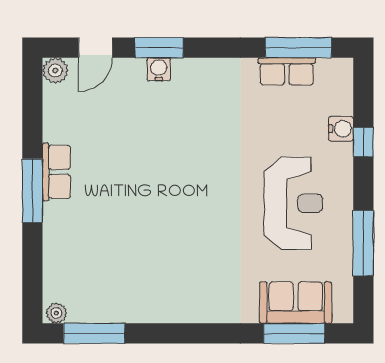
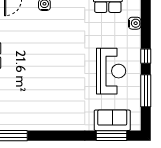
water cooler: (341, 129) -> (135, 23), moved
window: (363, 142) -> (146, 56), moved

